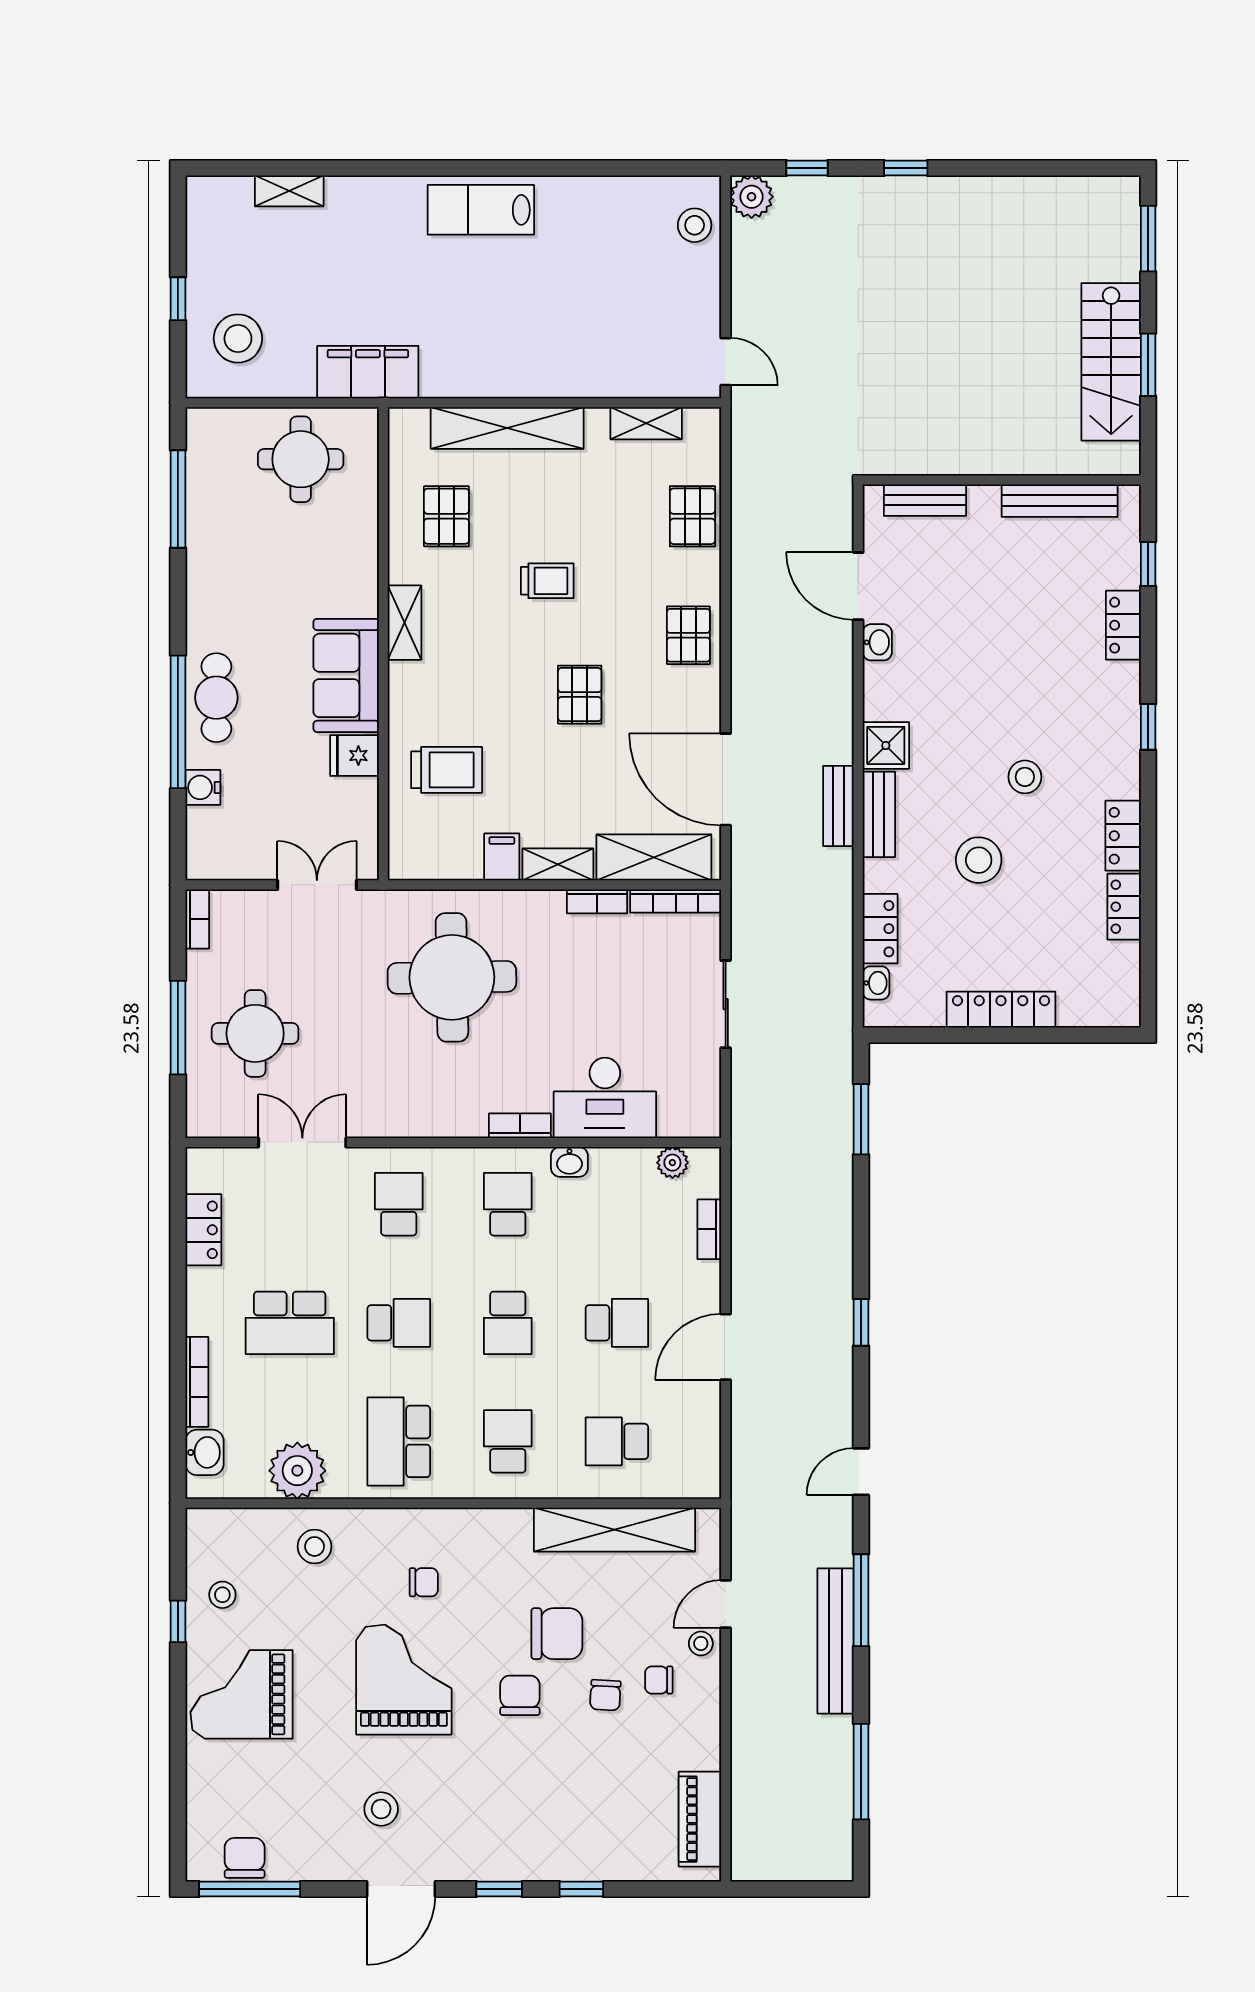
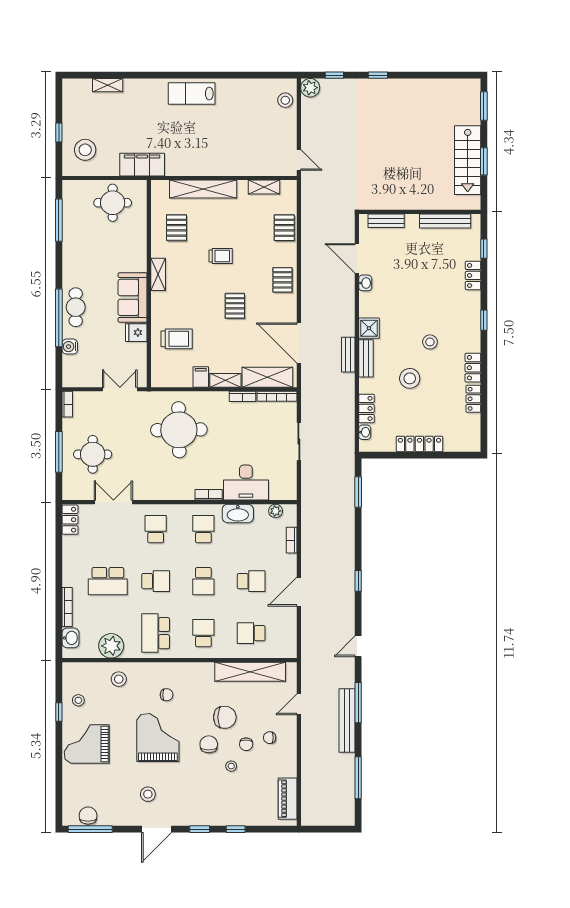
washbasin: (569, 1162) -> (238, 514), width x1.91, depth x1.45
locker: (203, 1230) -> (70, 520), moved
stool: (701, 1643) -> (231, 766), moved

